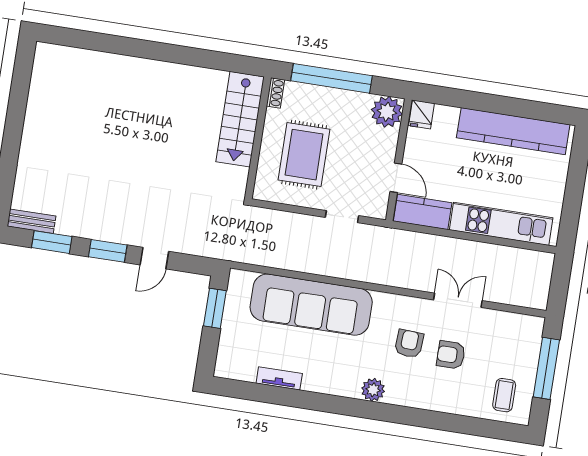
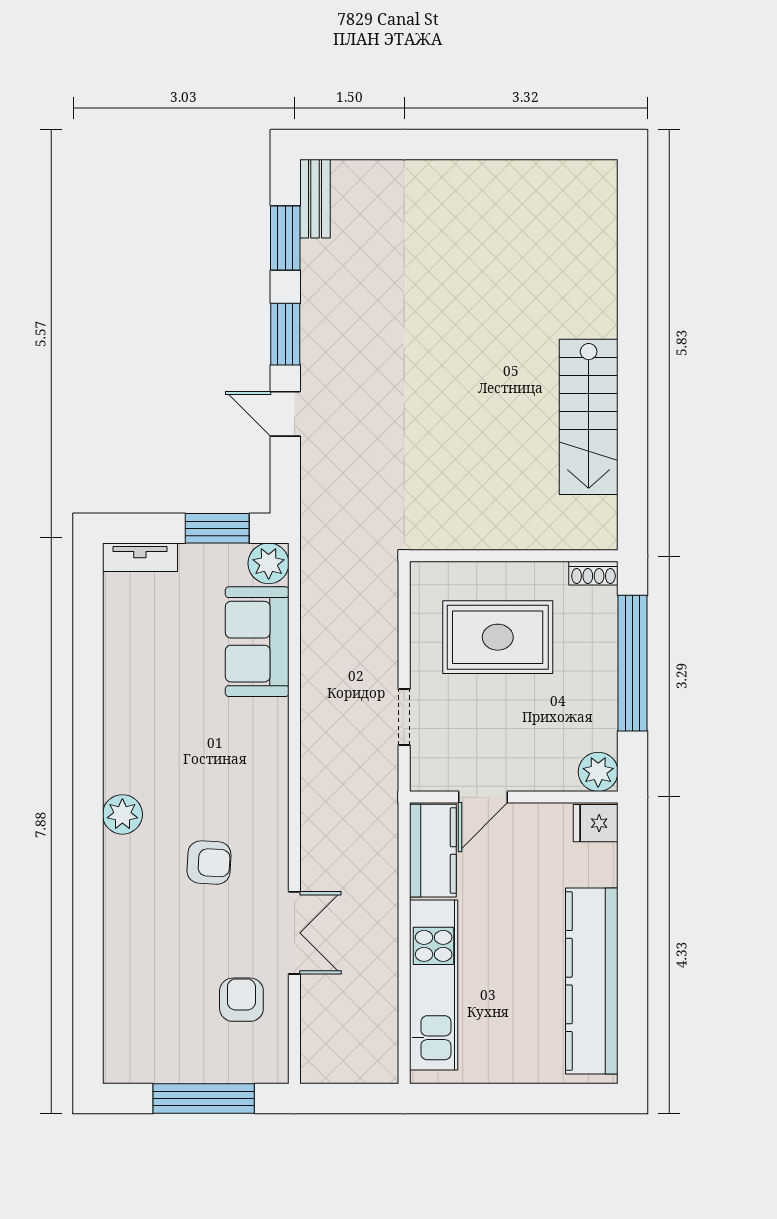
plant: (387, 112) -> (598, 772), width x0.73, depth x0.73
stairs: (240, 119) -> (589, 417), moved, turned -90
plant: (240, 282) -> (269, 563), added
sofa: (311, 305) -> (257, 642), width x0.54, depth x0.79
armchair: (451, 355) -> (241, 1000), moved
tv unit: (279, 378) -> (140, 557), moved, turned 90
coffee table: (504, 395) -> (148, 1035), removed

